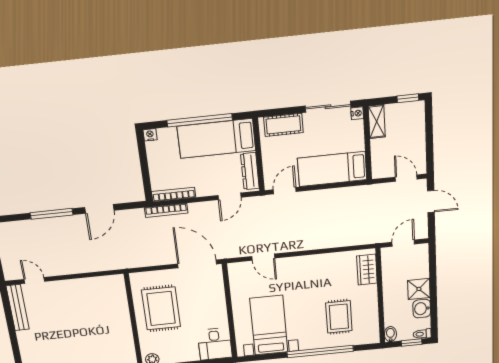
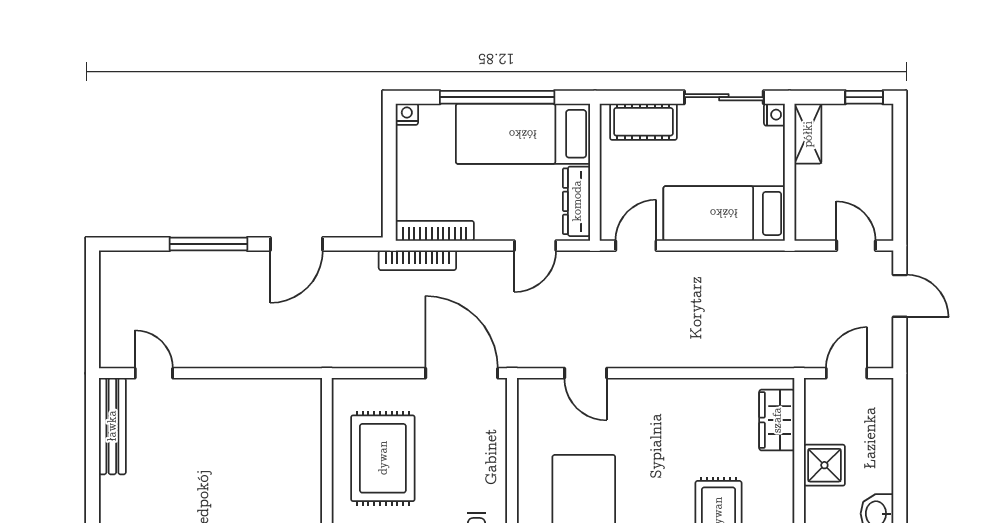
shower: (419, 289) -> (824, 465), moved

